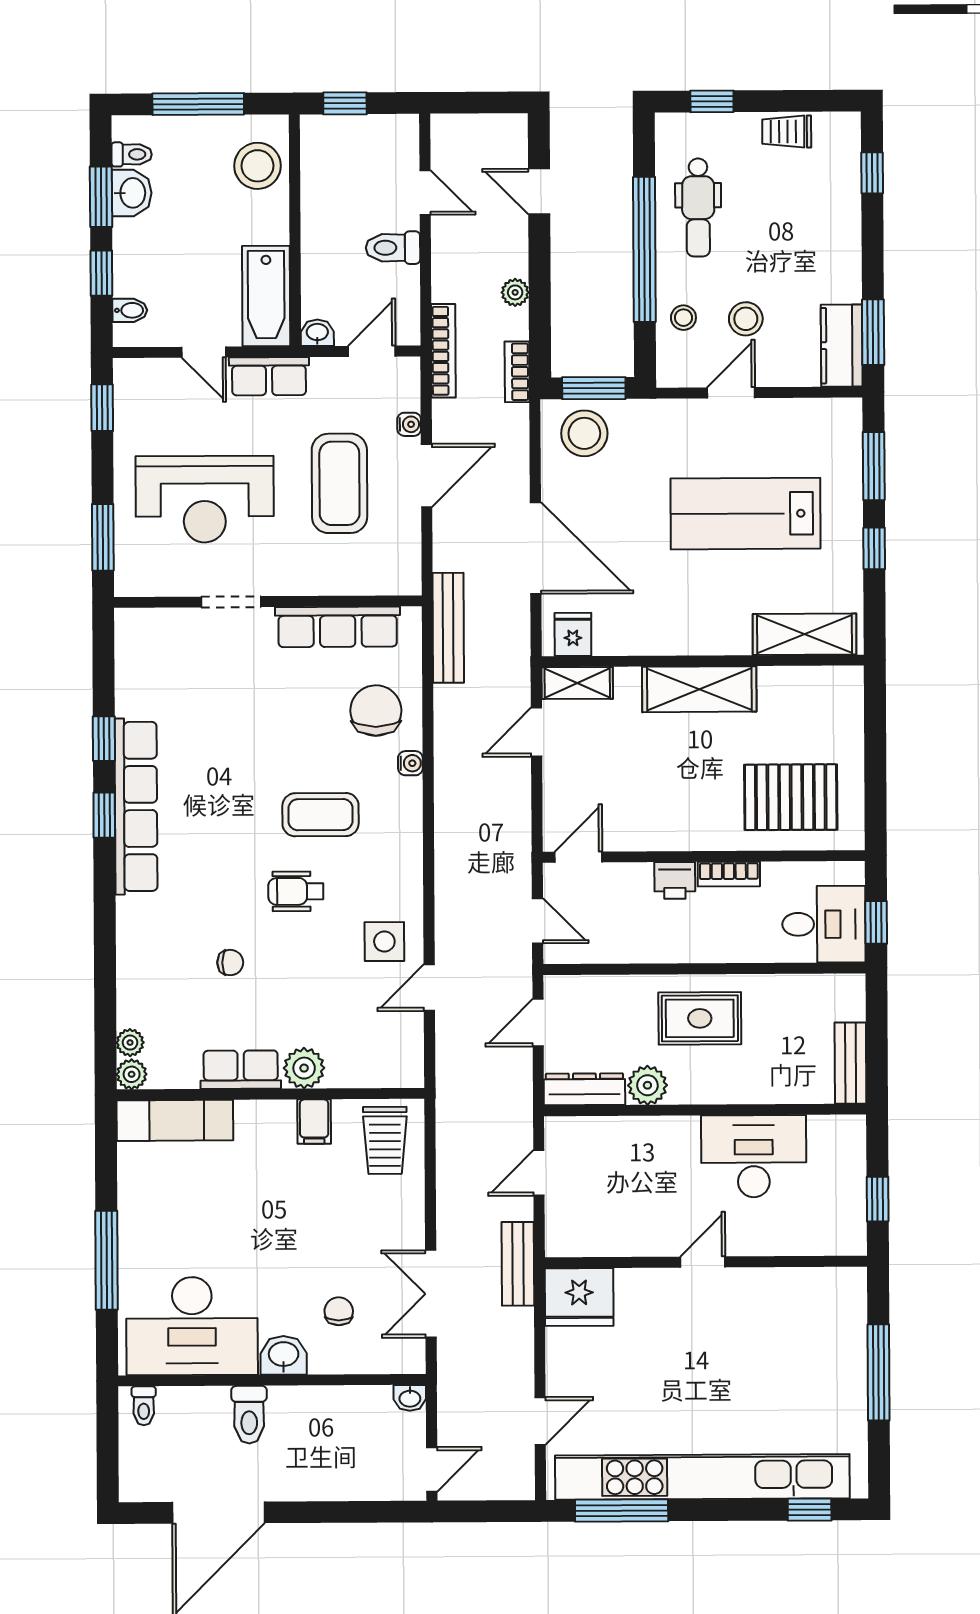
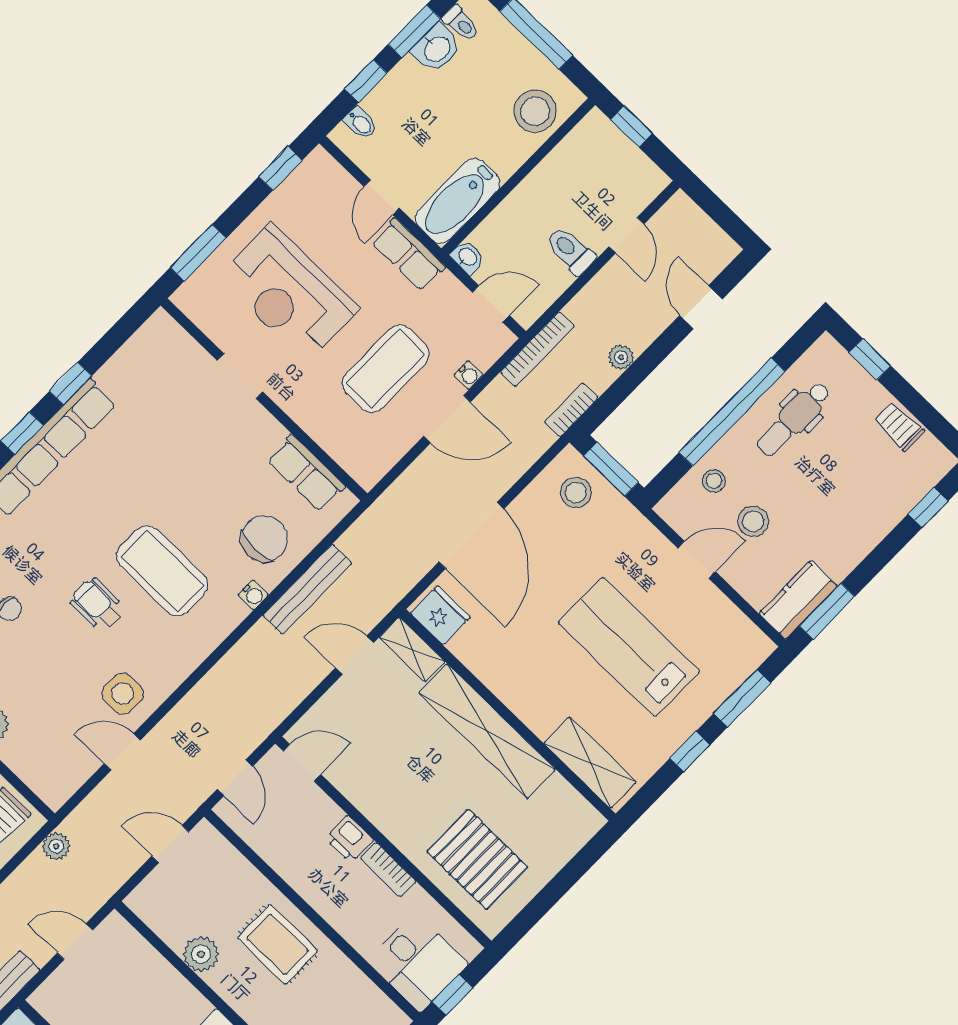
stool: (584, 433) -> (576, 493), width x0.73, depth x0.73
row of seats: (338, 627) -> (306, 473), width x0.68
bench: (448, 628) -> (307, 589), moved
fridge: (573, 634) -> (440, 615), width x1.38
shelving: (699, 689) -> (487, 731), width x1.47
coffee table: (321, 815) -> (162, 571), width x1.36, depth x1.32
dresser: (584, 1089) -> (158, 917), removed
plant: (450, 1113) -> (56, 846), added

